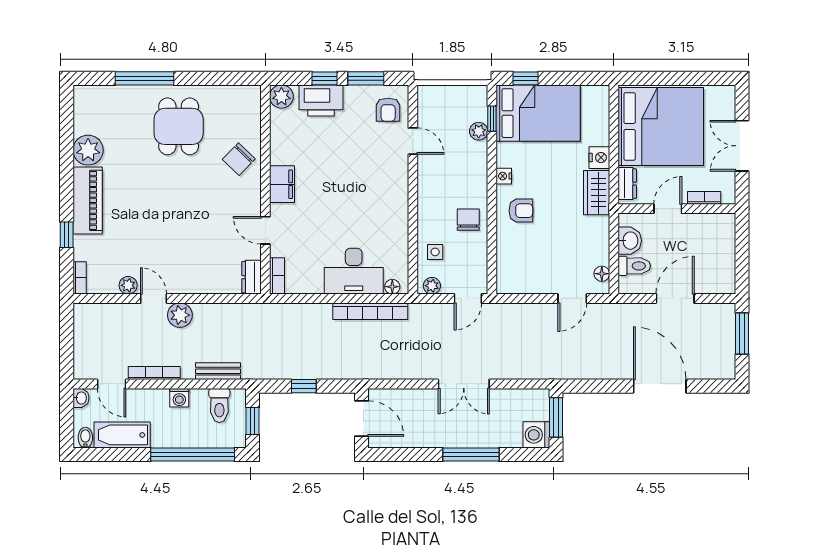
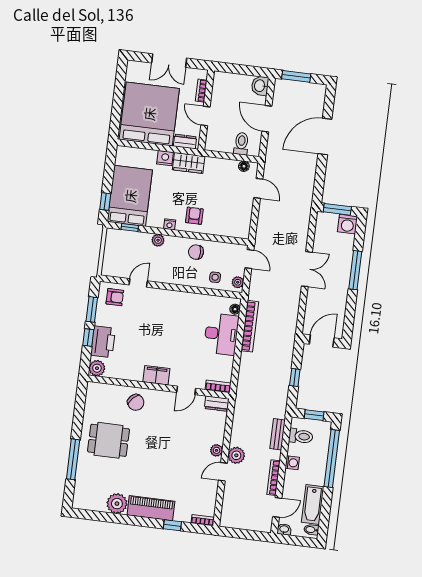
plant: (479, 131) -> (158, 240), moved
washbasin: (630, 241) -> (260, 86), moved, turned -90
plant: (128, 285) -> (216, 450), moved

